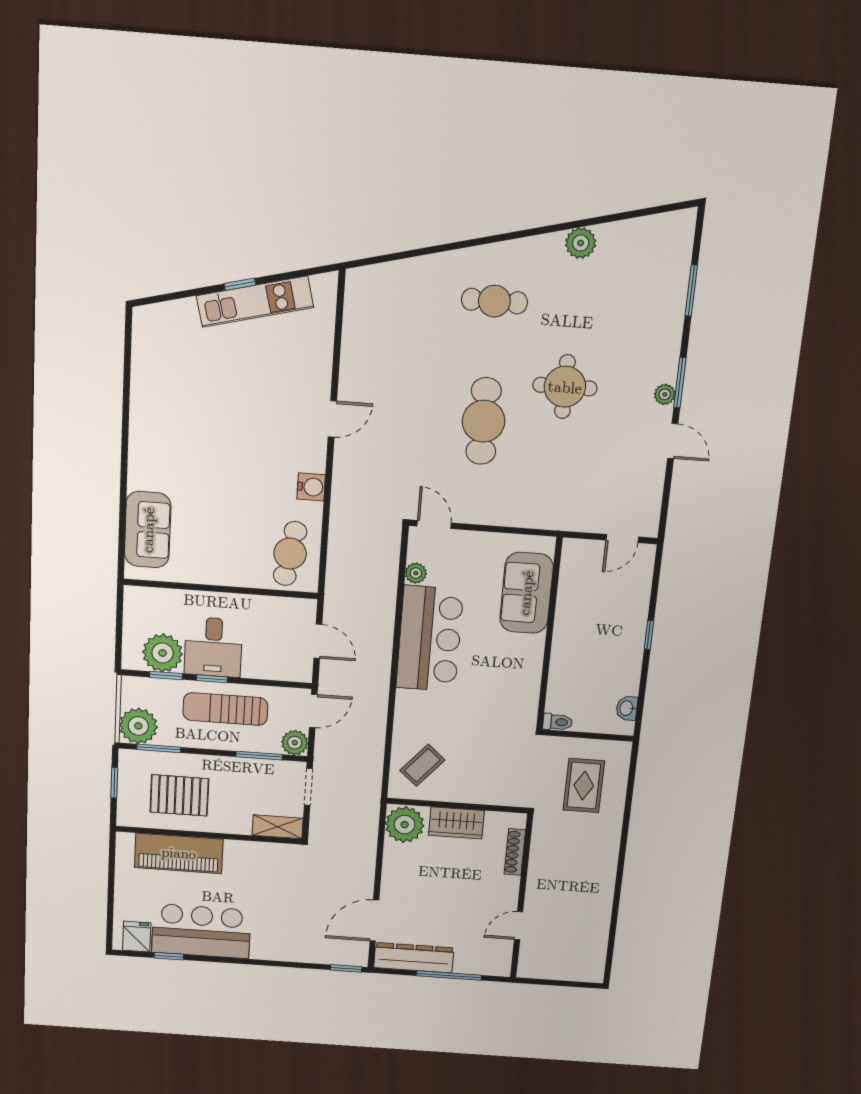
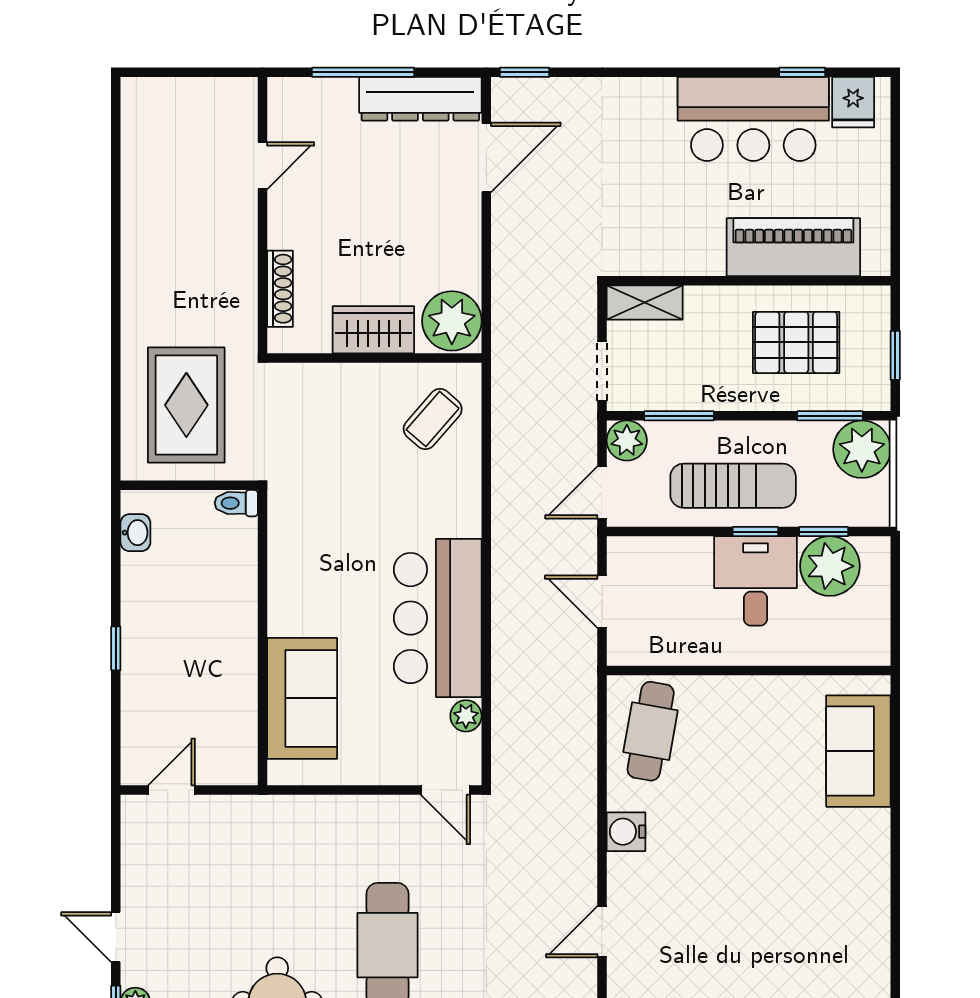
rug: (584, 785) -> (186, 405), width x1.36, depth x1.43

